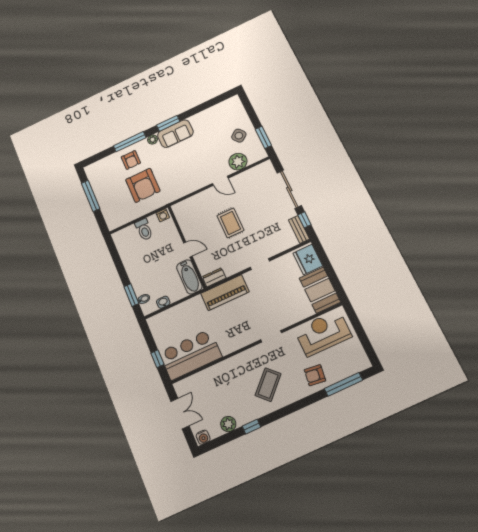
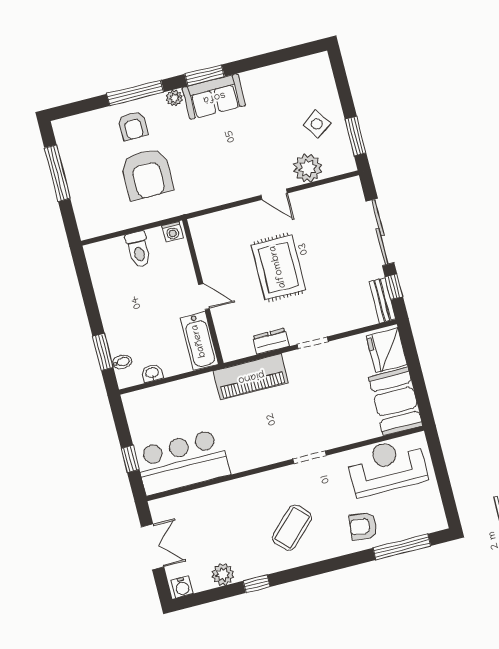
rug: (230, 223) -> (278, 267), width x1.36, depth x1.43
dresser: (214, 277) -> (271, 341), moved

